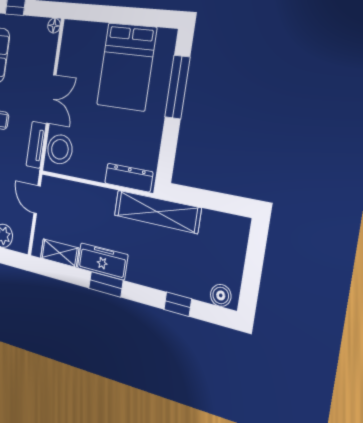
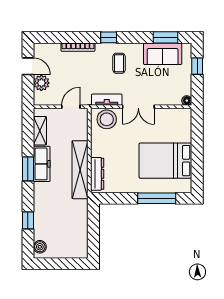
shelving: (157, 212) -> (80, 170), moved

